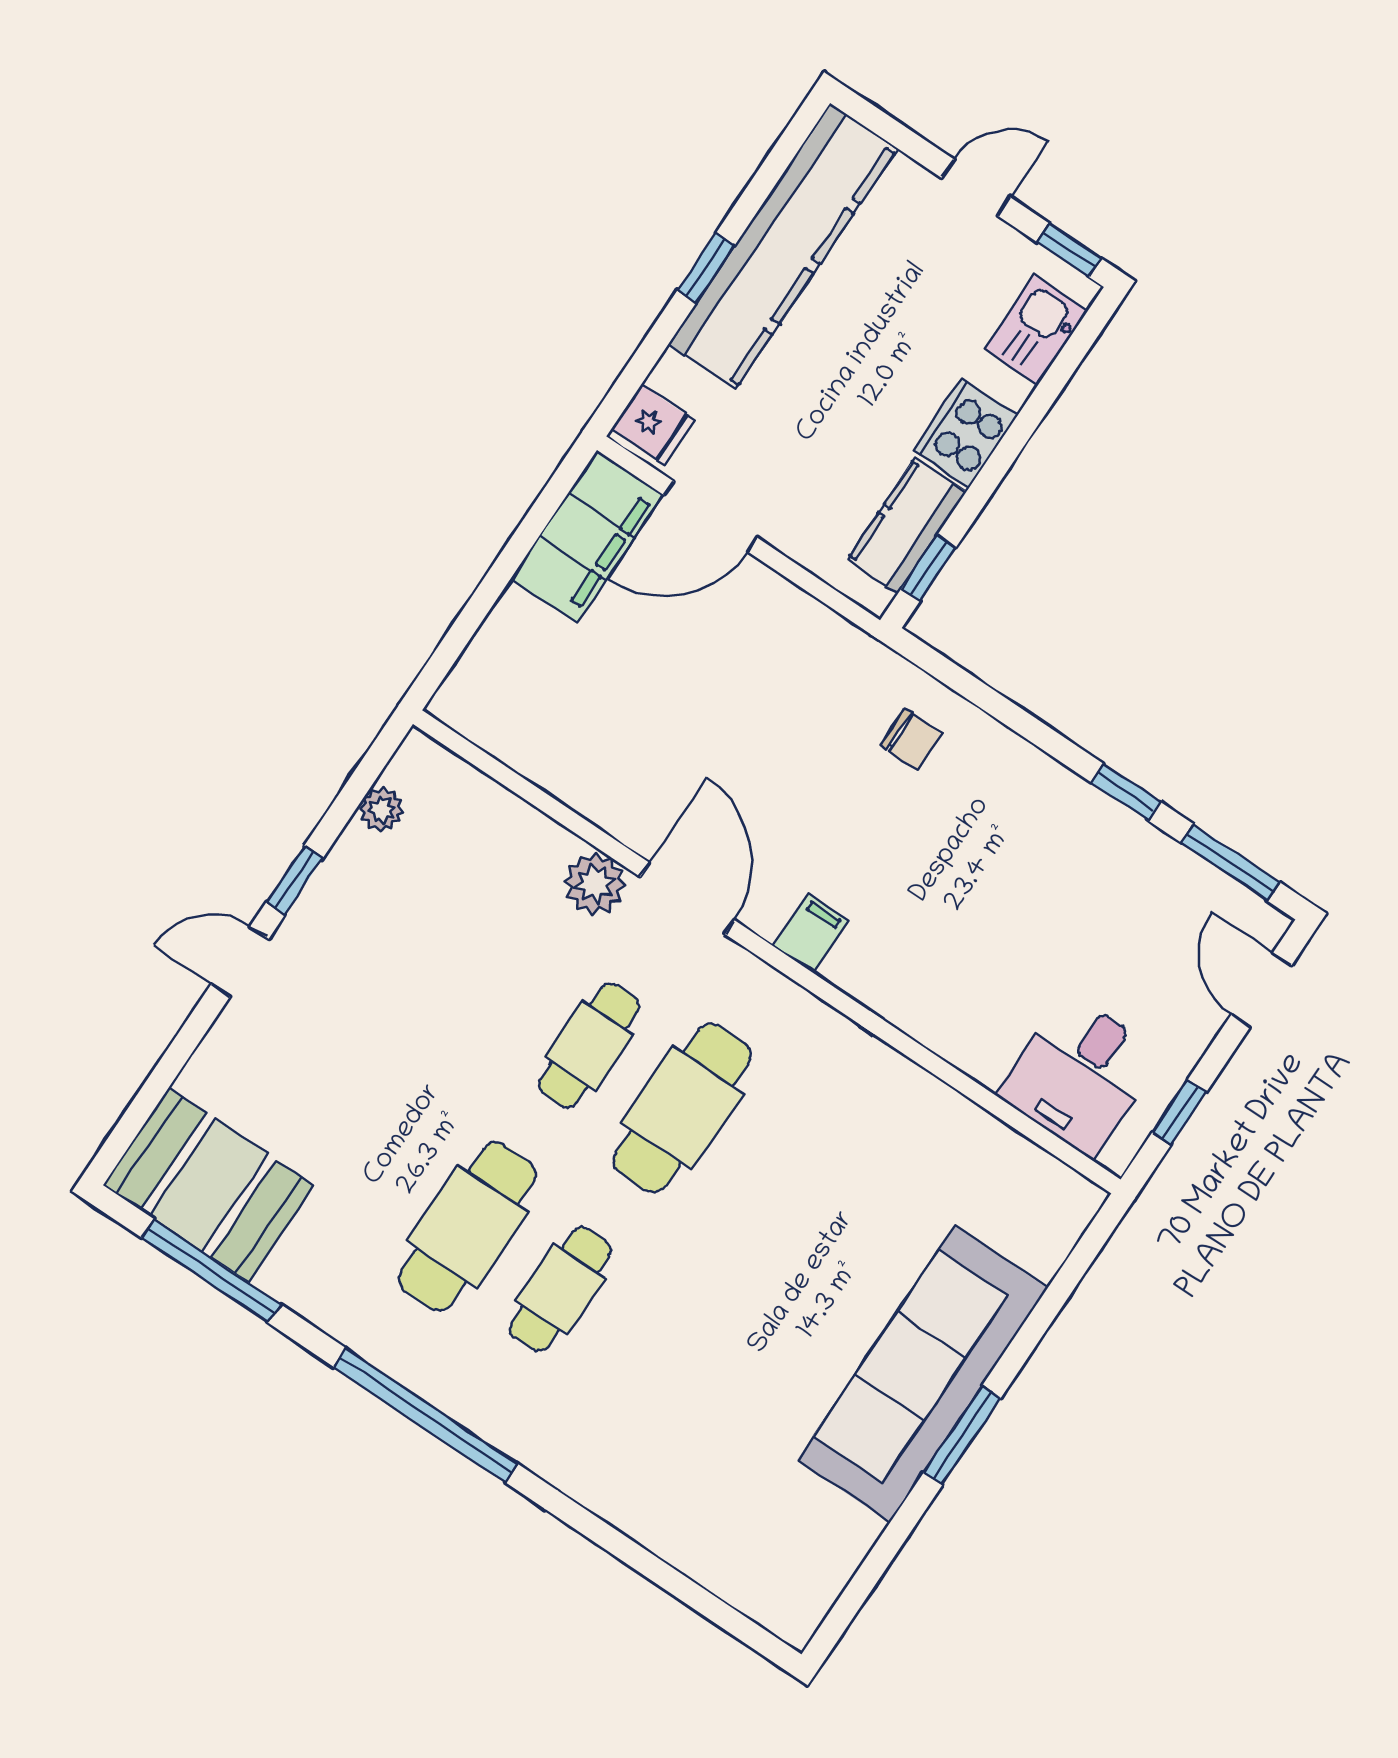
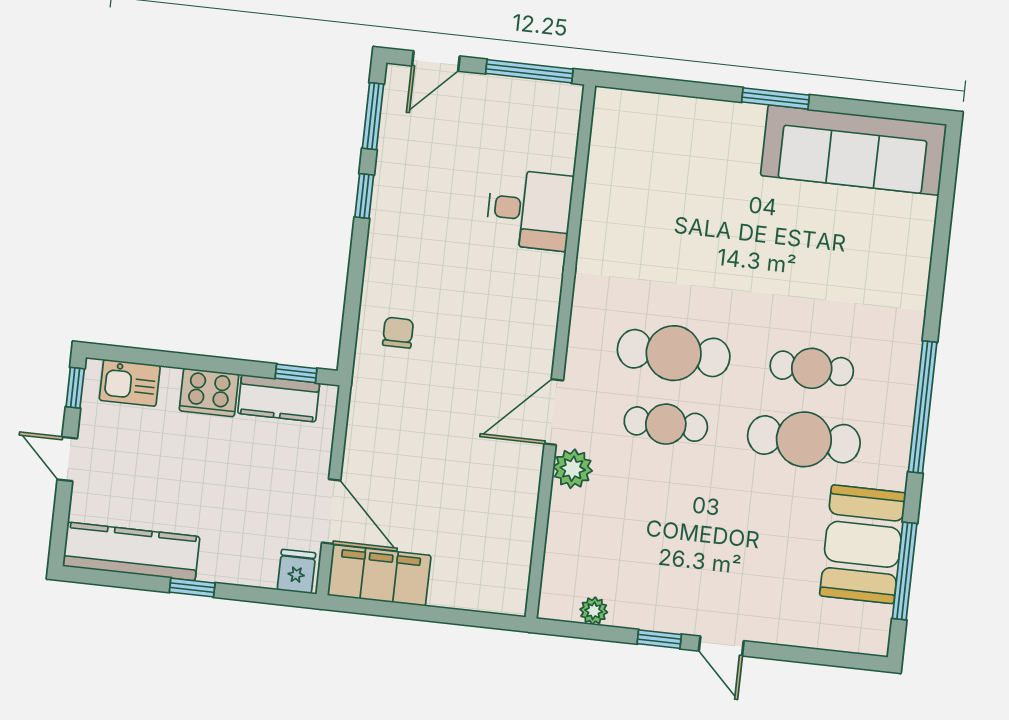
kitchen counter: (783, 246) -> (131, 551), width x0.72, depth x0.86
filing cabinet: (811, 933) -> (537, 332), removed
desk: (1080, 1075) -> (530, 210), moved
window: (1179, 1112) -> (529, 71), width x2.17
booth: (209, 1185) -> (863, 544), moved
sofa: (922, 1374) -> (854, 150), moved

